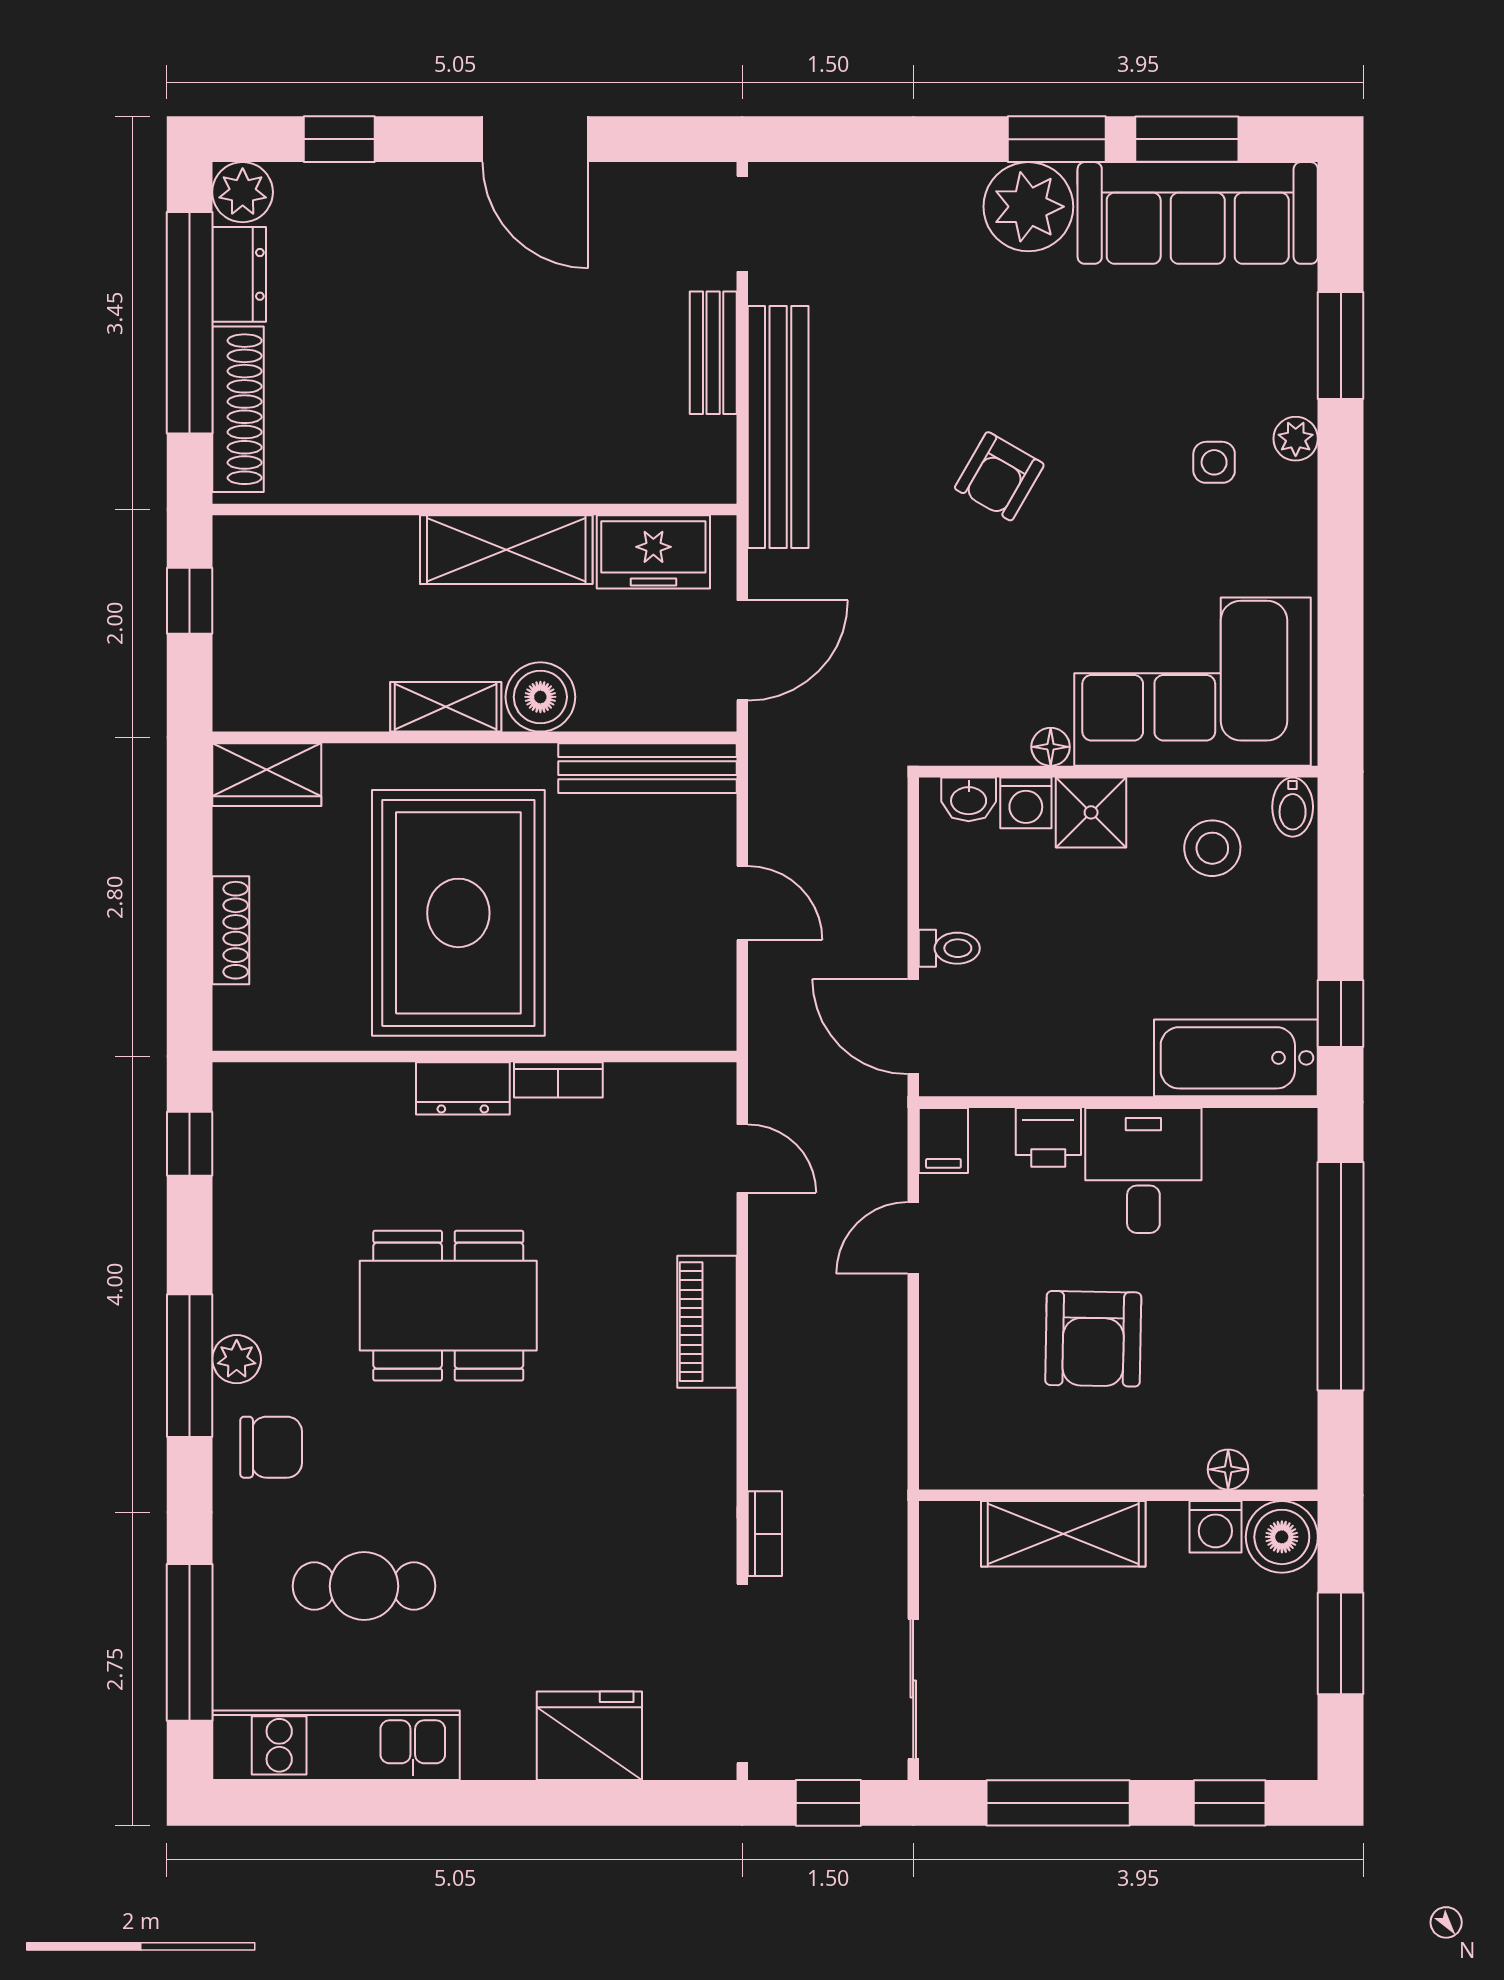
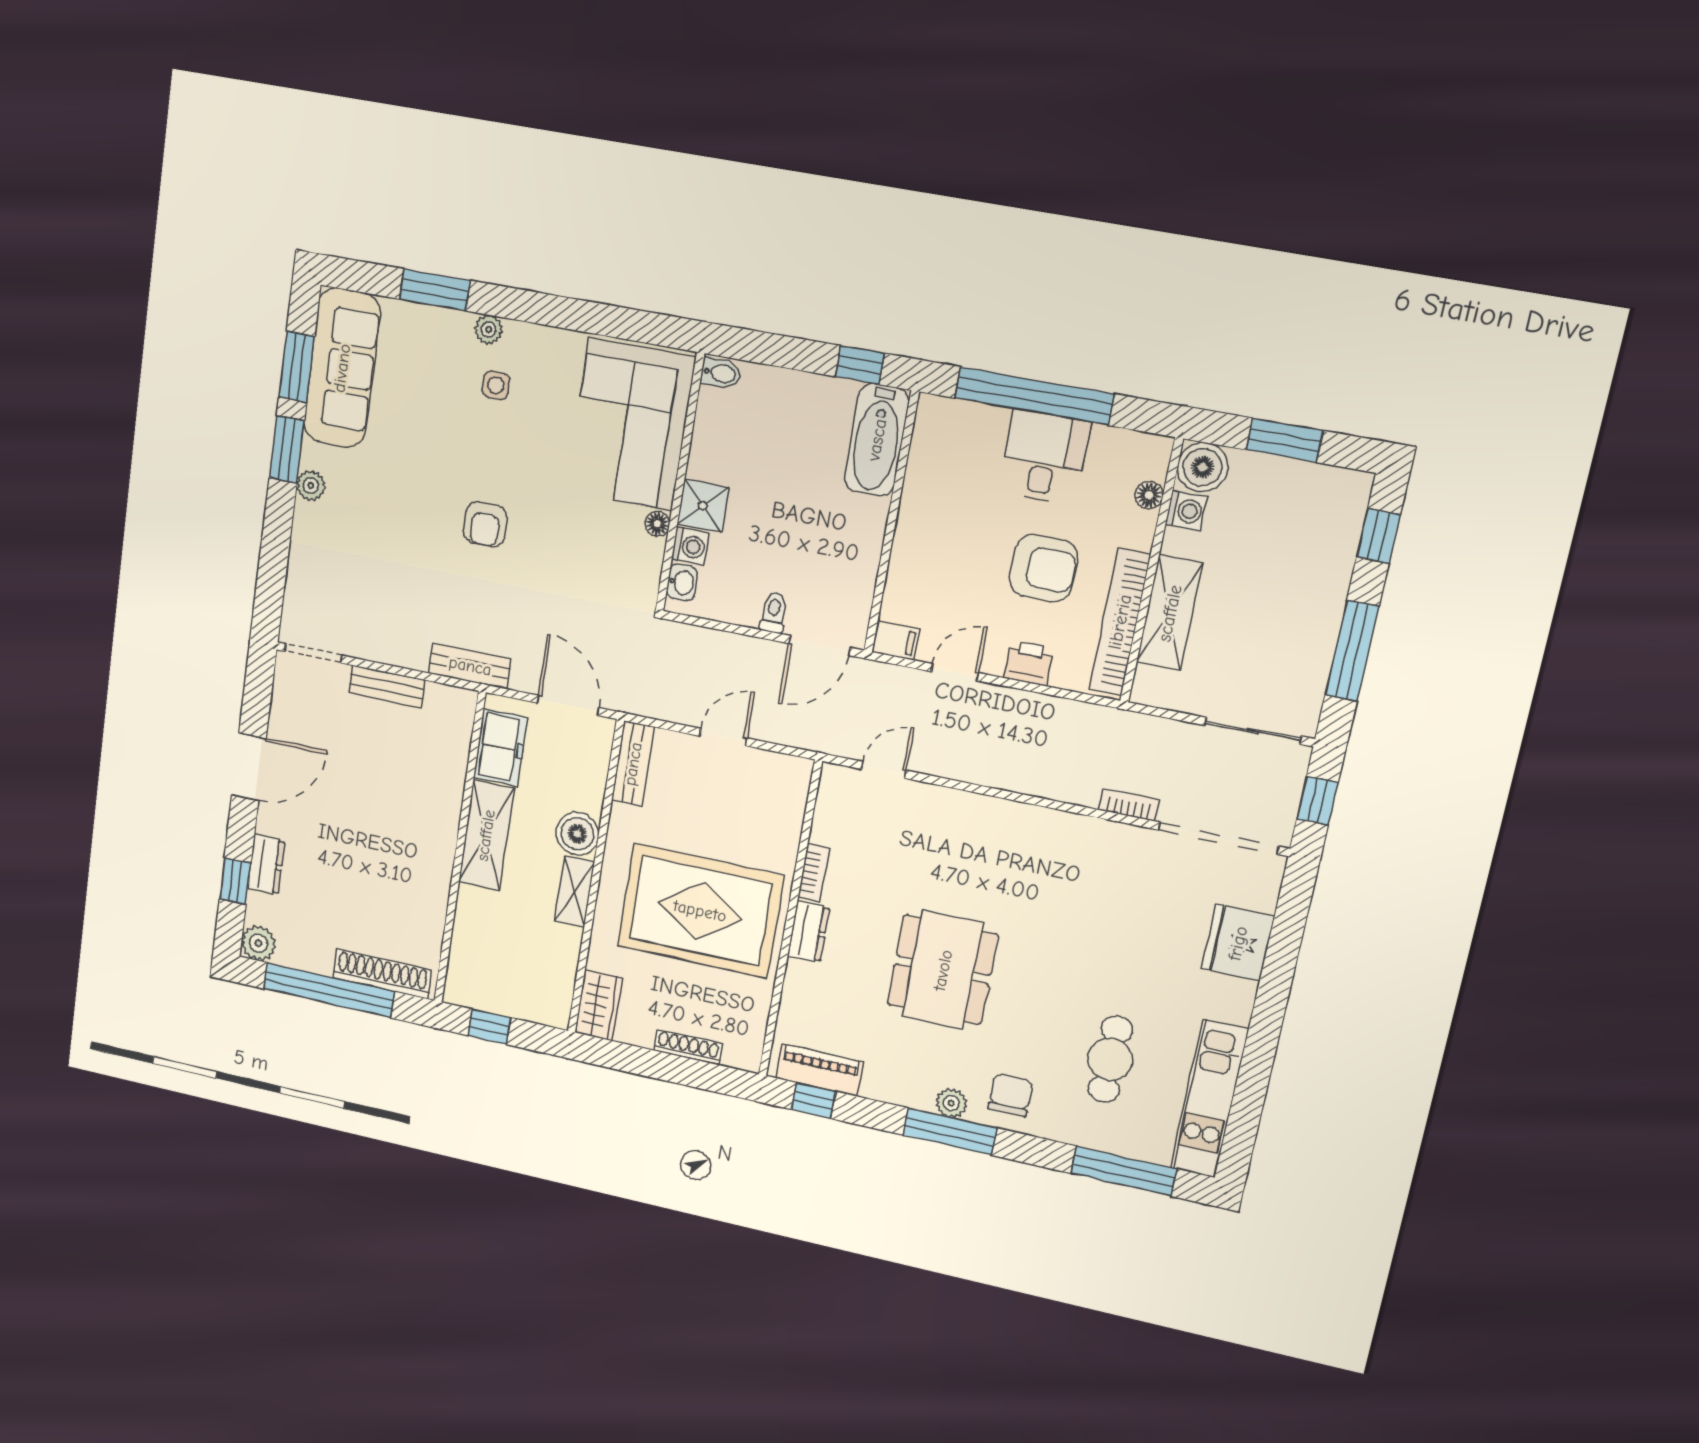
plant: (1028, 207) -> (311, 485), width x0.53, depth x0.53
dresser: (239, 274) -> (266, 865), moved, turned 90
bench: (778, 427) -> (470, 666), width x0.54, depth x0.82
armchair: (999, 476) -> (485, 524), turned 60
bench: (647, 768) -> (633, 764), width x0.73
stool: (1212, 848) -> (738, 431), removed
printer: (1048, 1137) -> (1029, 663), moved, turned -90
desk: (1143, 1170) -> (1044, 457), moved, turned 90
door: (913, 1238) -> (955, 672), swing flipped
piano: (707, 1322) -> (819, 1070), moved, turned 180
bookcase: (1035, 1465) -> (1120, 622), added

